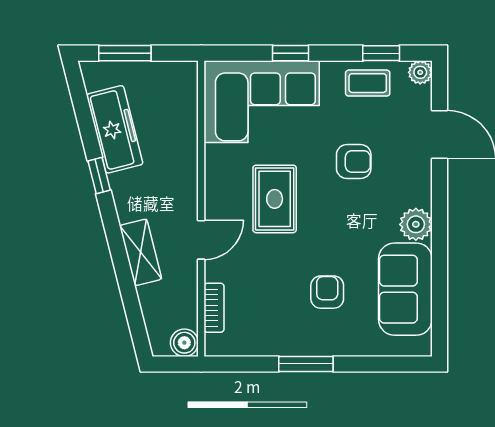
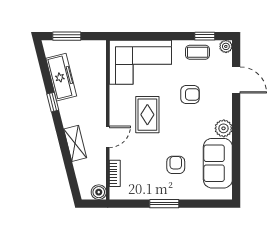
window: (290, 53) -> (156, 36), removed

